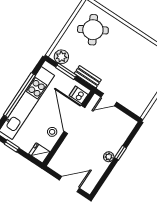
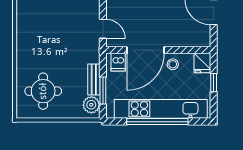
round table: (93, 30) -> (43, 91), turned 30
bench: (88, 77) -> (94, 79), moved
window: (12, 146) -> (214, 83), moved

